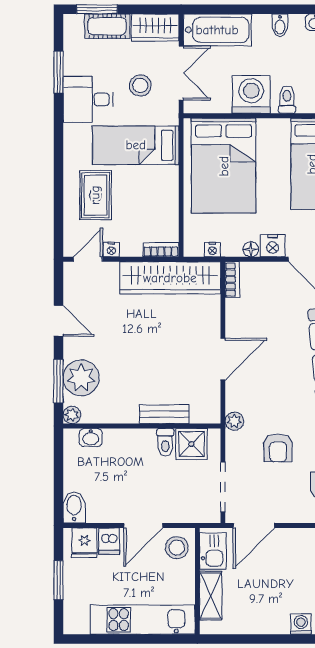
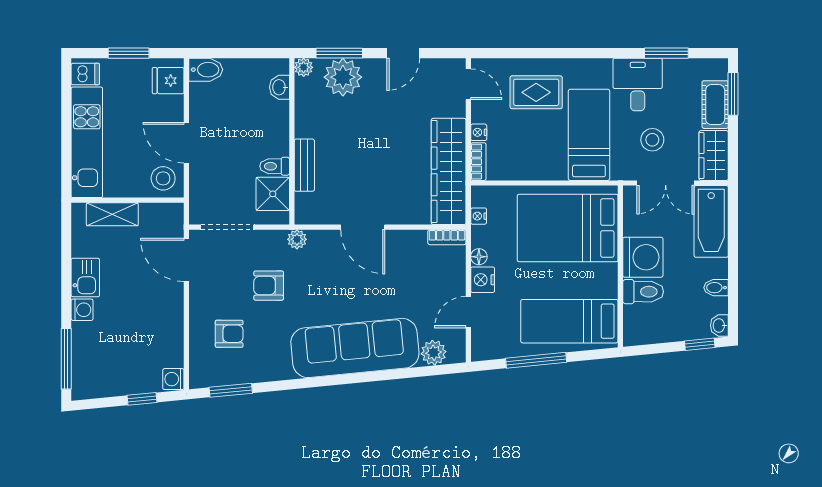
toilet: (287, 100) -> (643, 292), width x1.37, depth x1.39
nightstand: (111, 249) -> (479, 132), moved
dishwasher: (109, 541) -> (85, 74), moved, turned 180
kitchen sink: (213, 551) -> (85, 278), moved, turned -90

